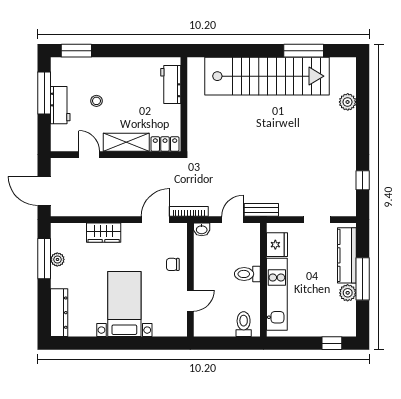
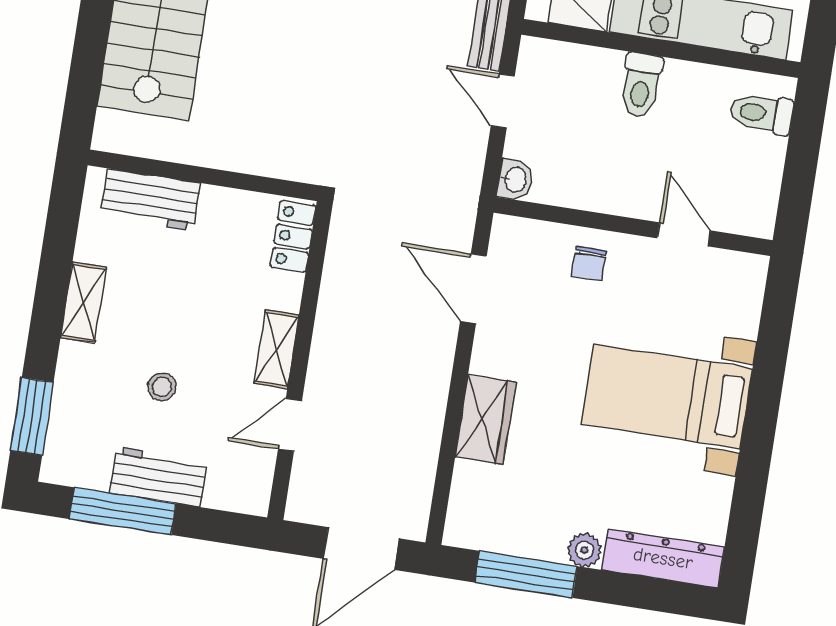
shelving: (125, 64) -> (84, 302), added
shelving: (126, 142) -> (277, 349), width x0.67, depth x0.75
bookcase: (189, 211) -> (466, 204), removed
plant: (57, 259) -> (584, 550), moved

